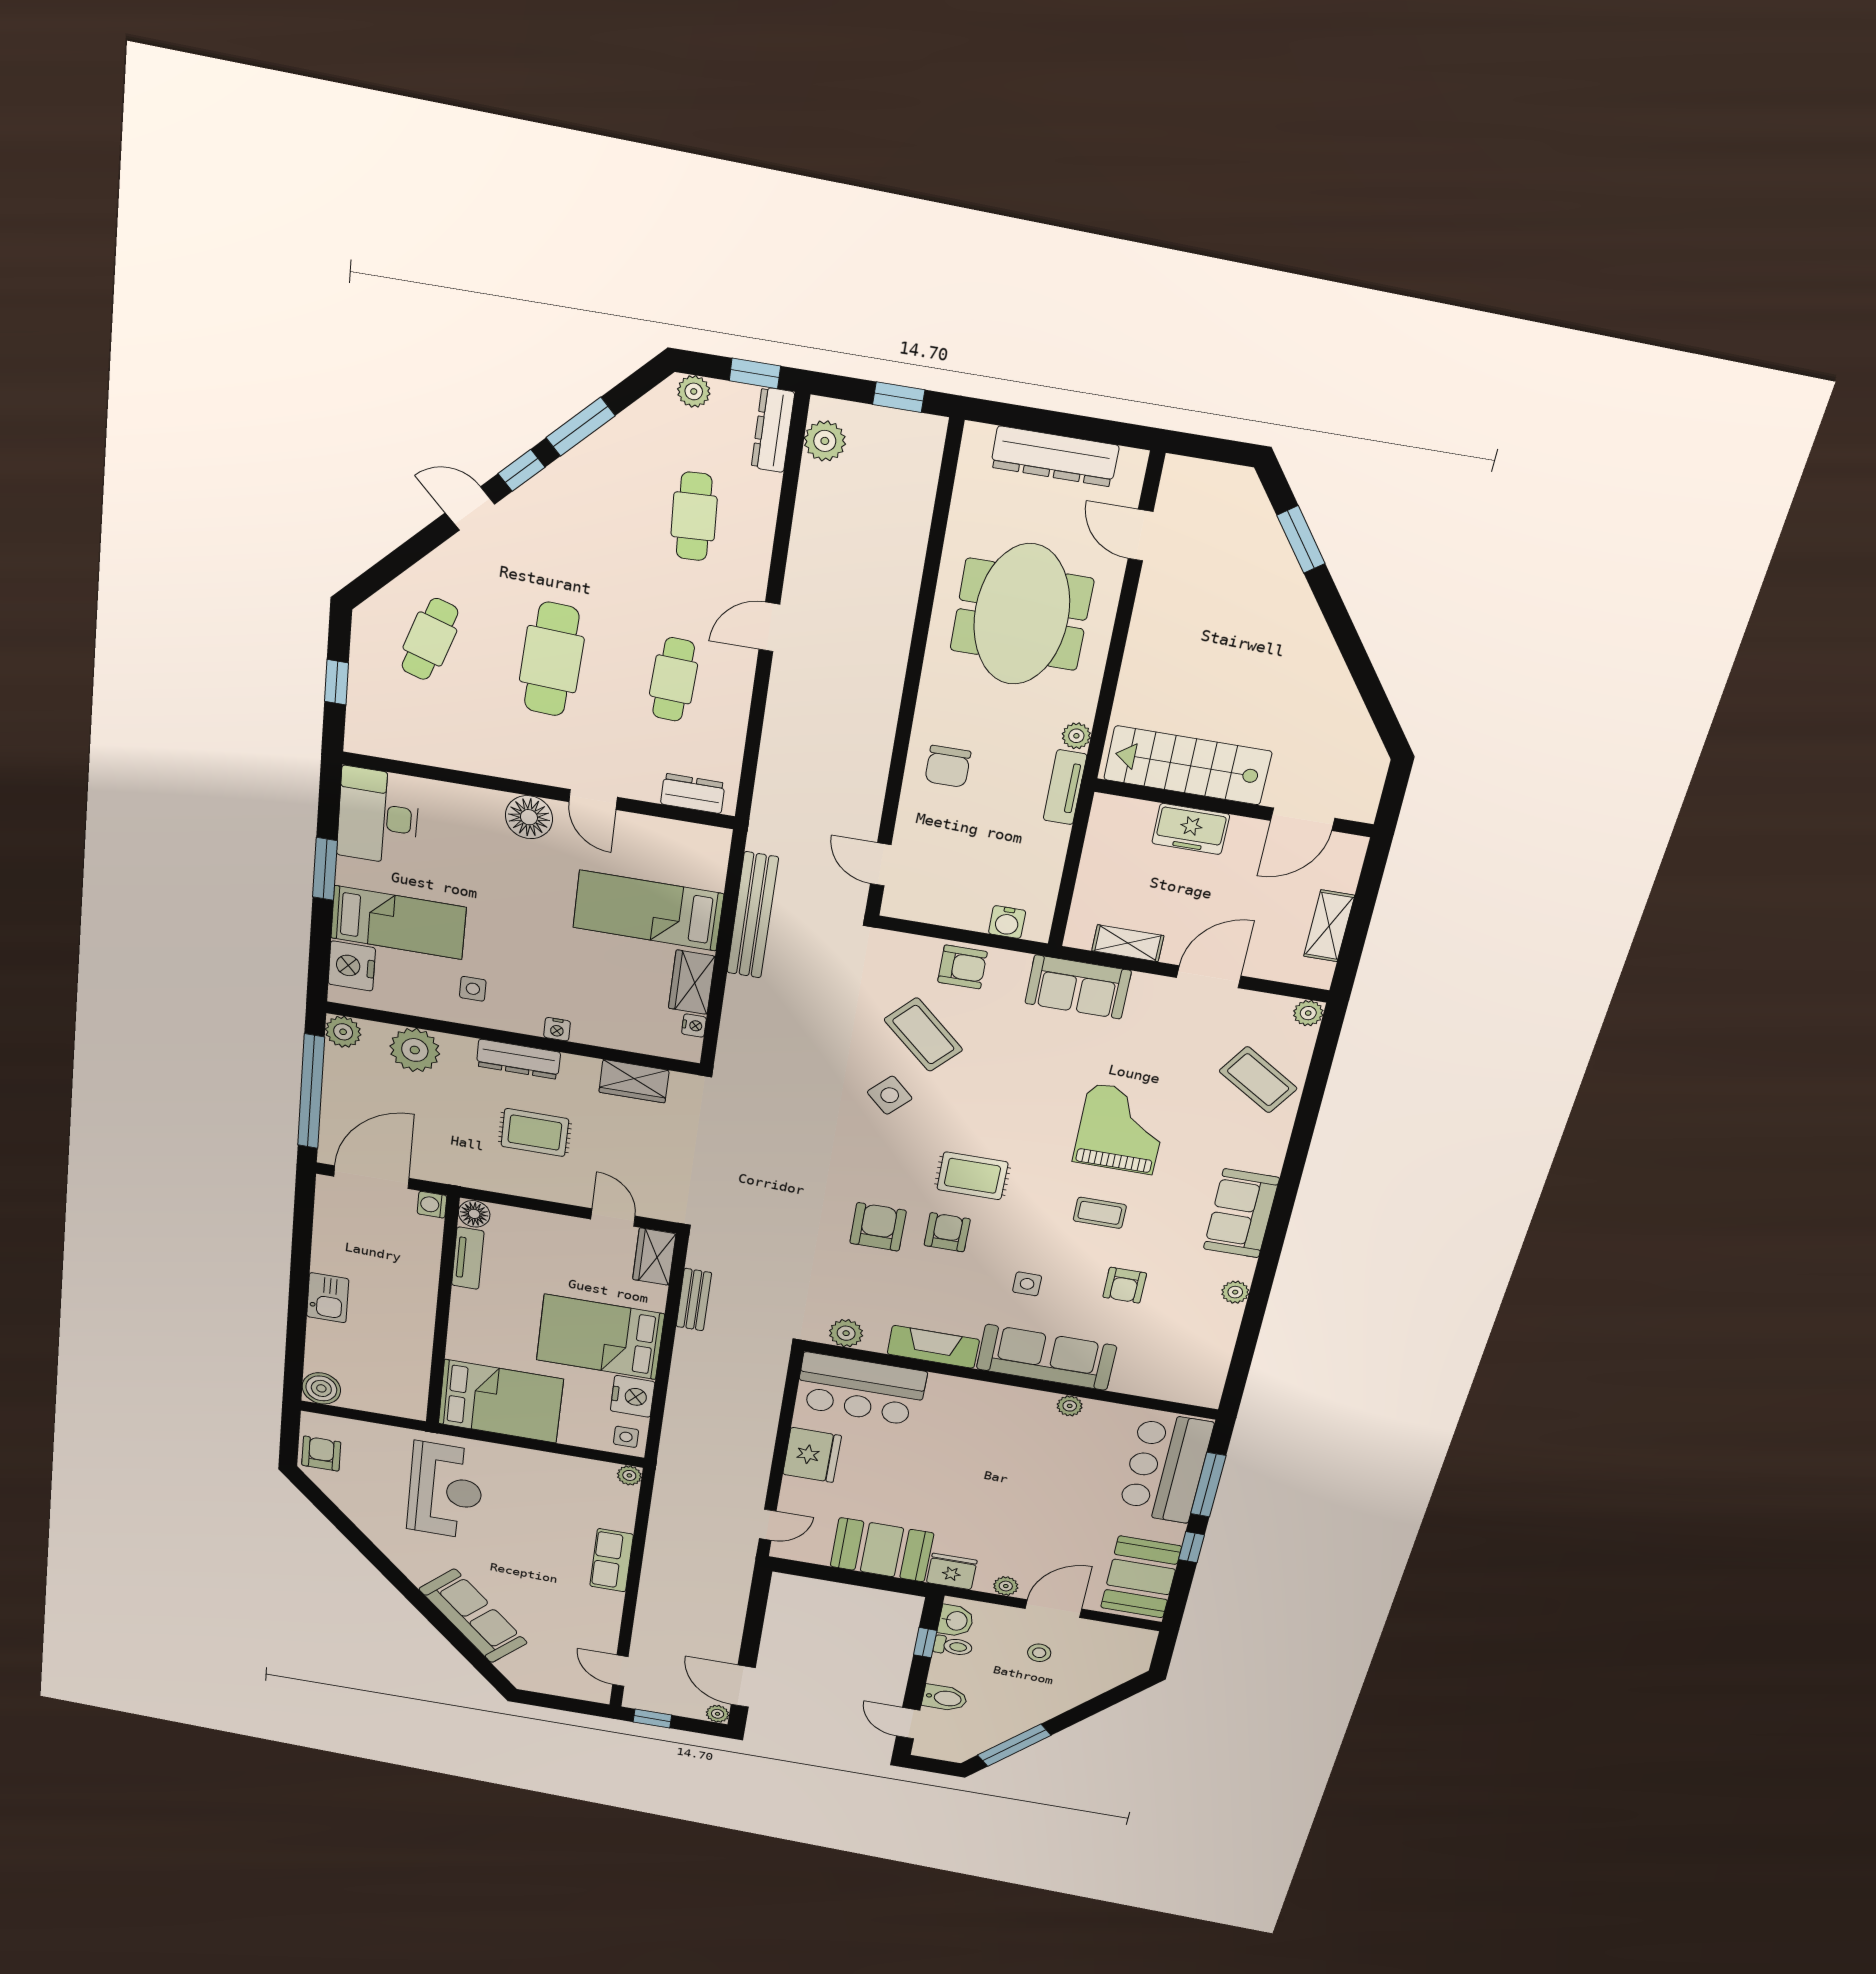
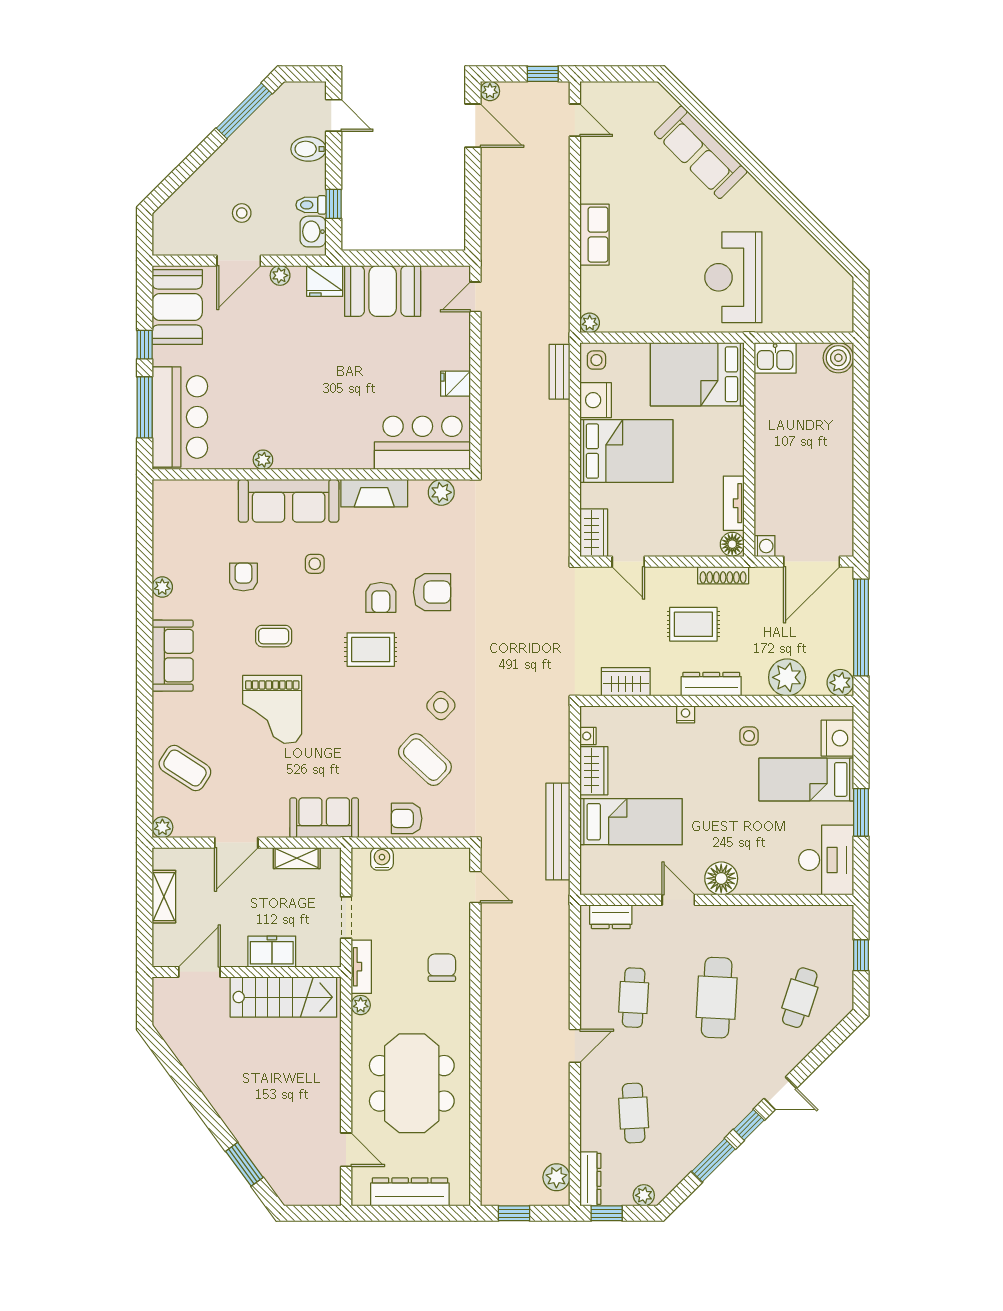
doorway: (1074, 856) -> (346, 918), added
shoe rack: (490, 1181) -> (723, 575), added
armchair: (878, 1227) -> (432, 592), turned -90
kitchen sink: (328, 1298) -> (775, 358), moved, turned -90
bench: (694, 1300) -> (559, 372), moved
armchair: (321, 1454) -> (835, 293), removed
fridge: (812, 1455) -> (456, 384), width x0.53, depth x0.75

